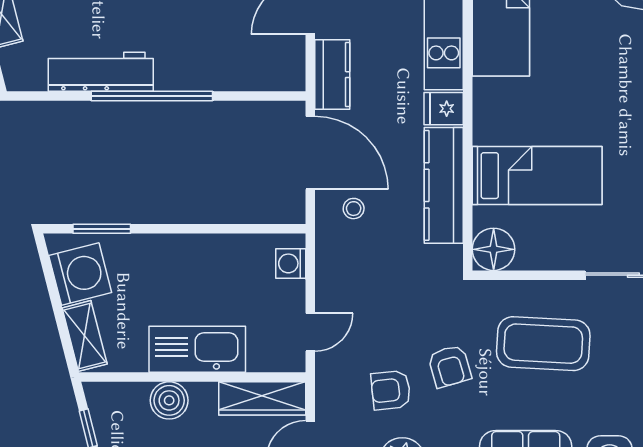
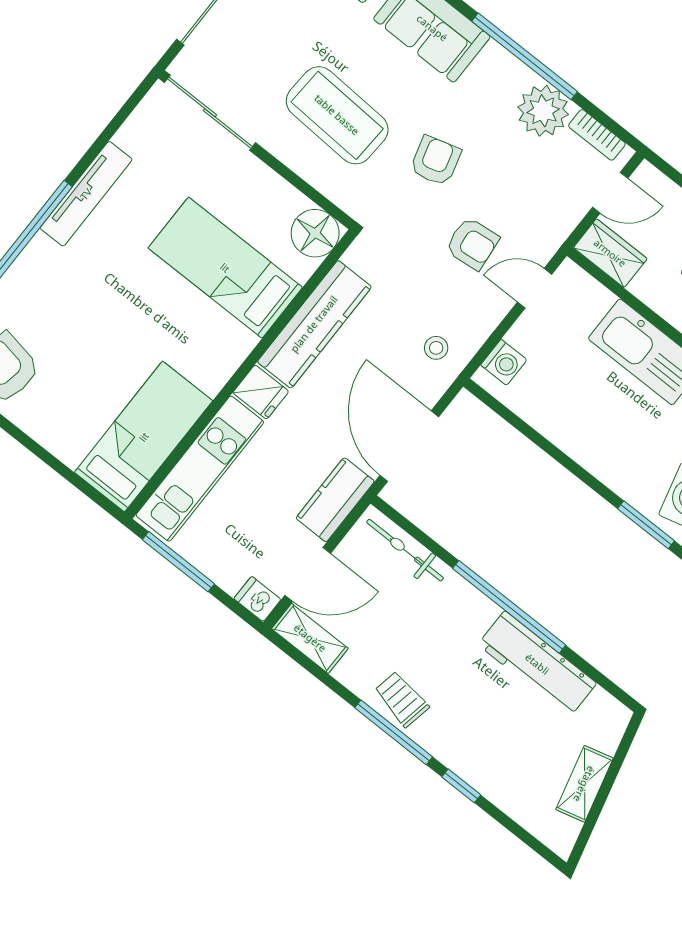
bicycle: (256, 78) -> (405, 550), added
stool: (354, 209) -> (436, 348), moved
armchair: (391, 390) -> (472, 244), moved
wardrobe: (262, 398) -> (610, 253), width x0.67

